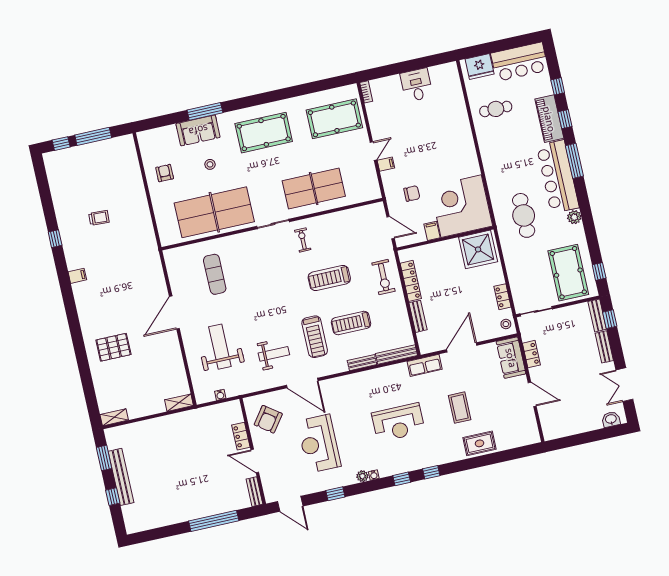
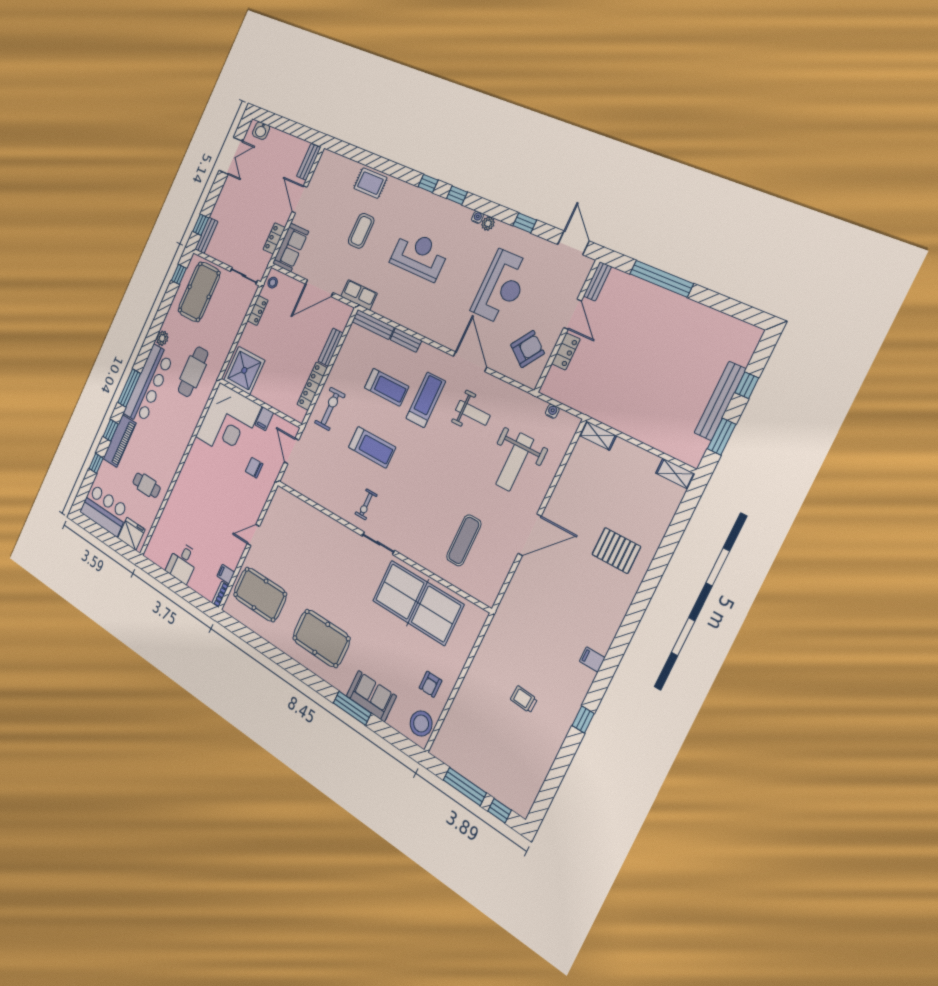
stool: (210, 164) -> (421, 723), moved, width x1.89, depth x1.89
filing cabinet: (386, 164) -> (226, 574), moved
table tennis table: (314, 188) -> (322, 545), removed
bench: (604, 347) -> (309, 162), moved
weight bench: (274, 354) -> (473, 413), turned 180

